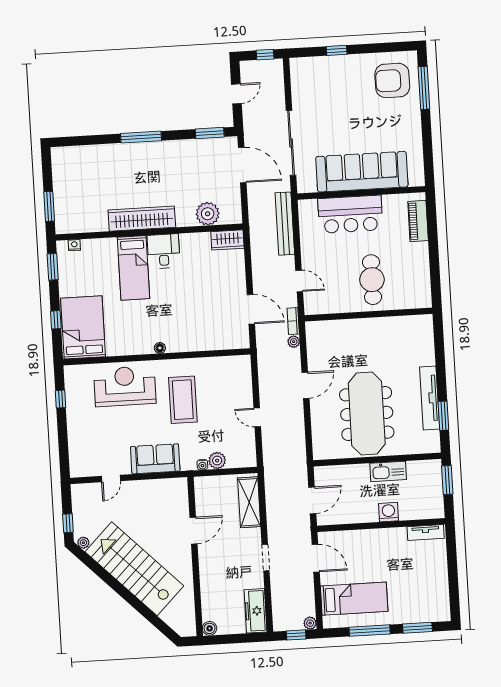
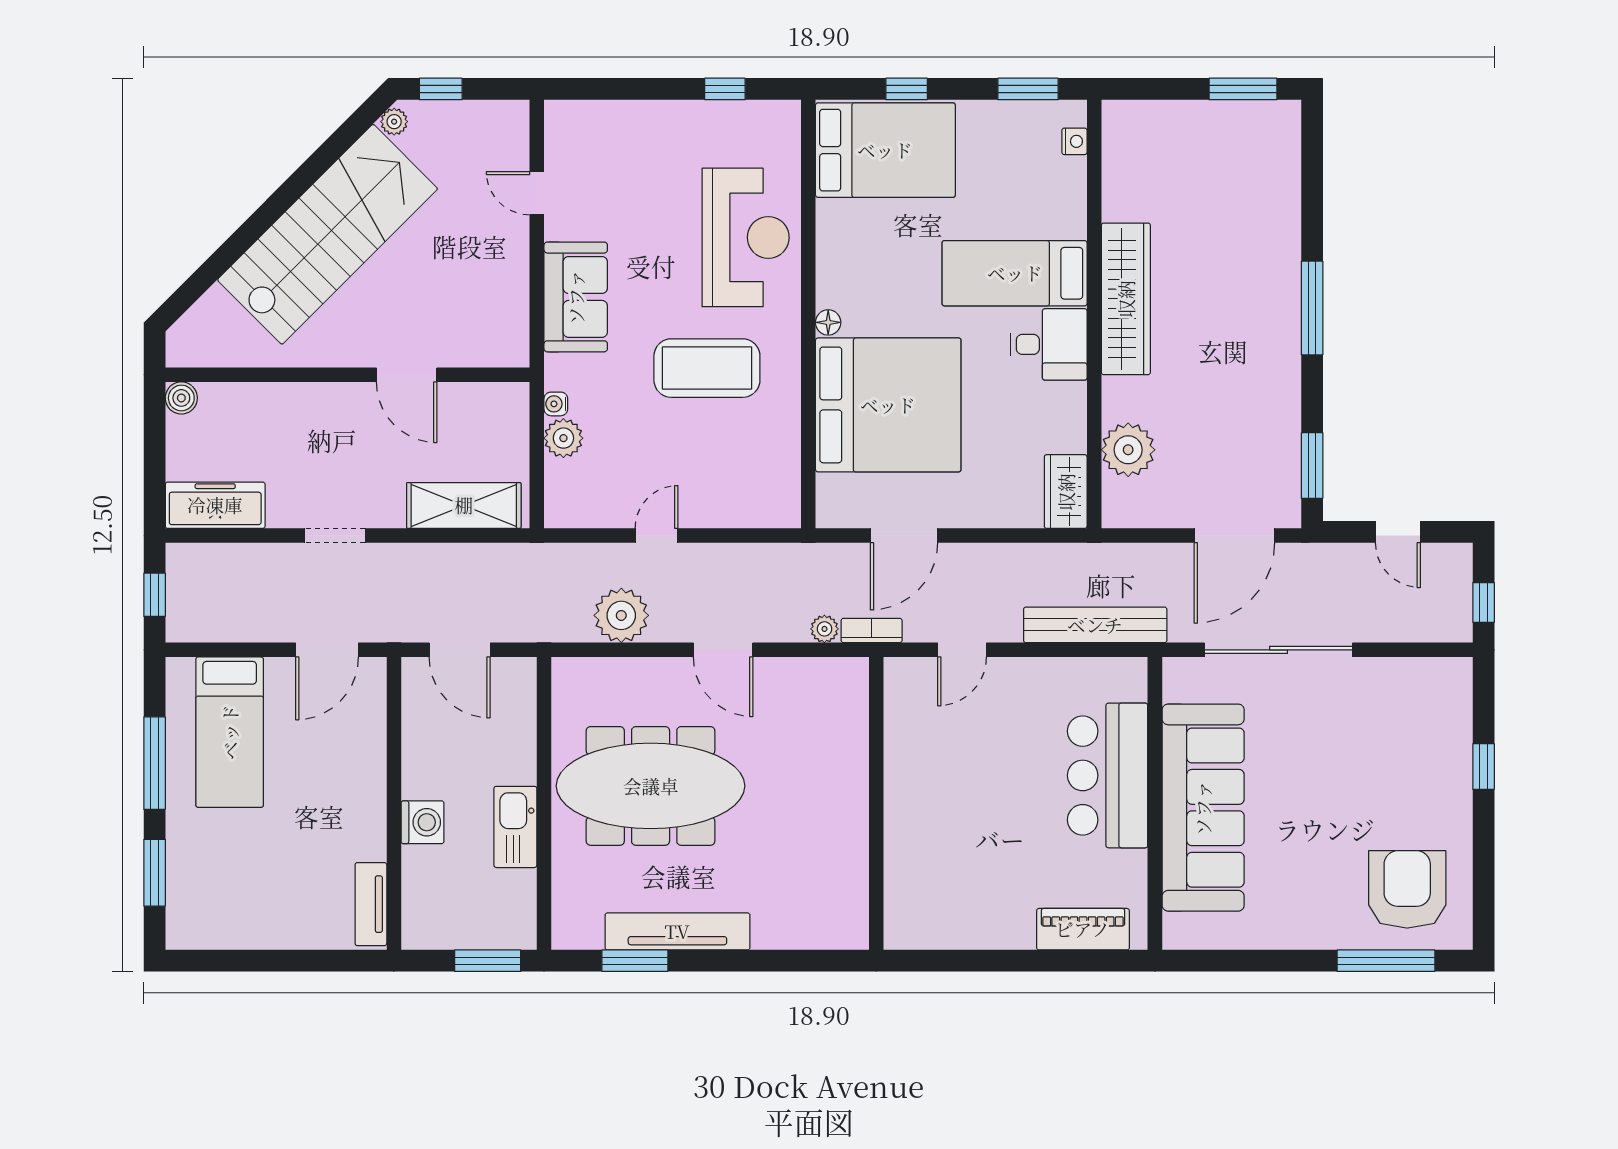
window: (49, 206) -> (1243, 89), moved
cafe table: (372, 280) -> (955, 816), removed
bed: (194, 320) -> (888, 405), added
plant: (310, 623) -> (621, 615), moved, width x1.88, depth x1.88

